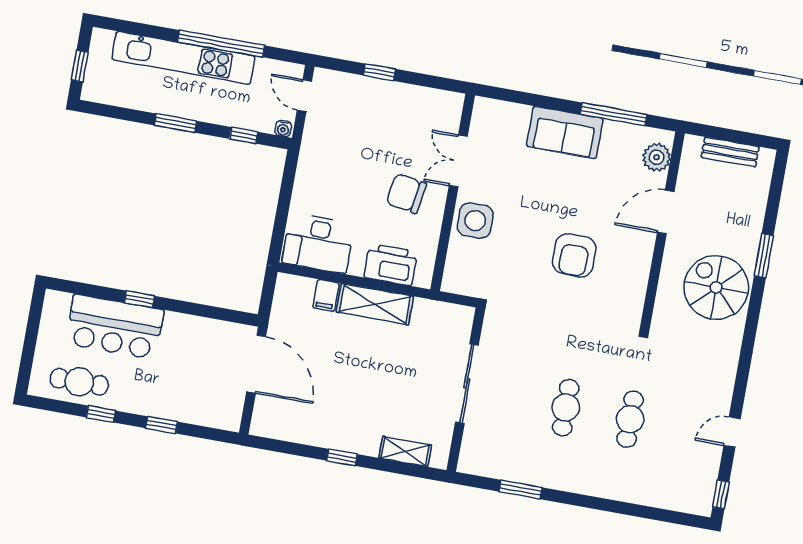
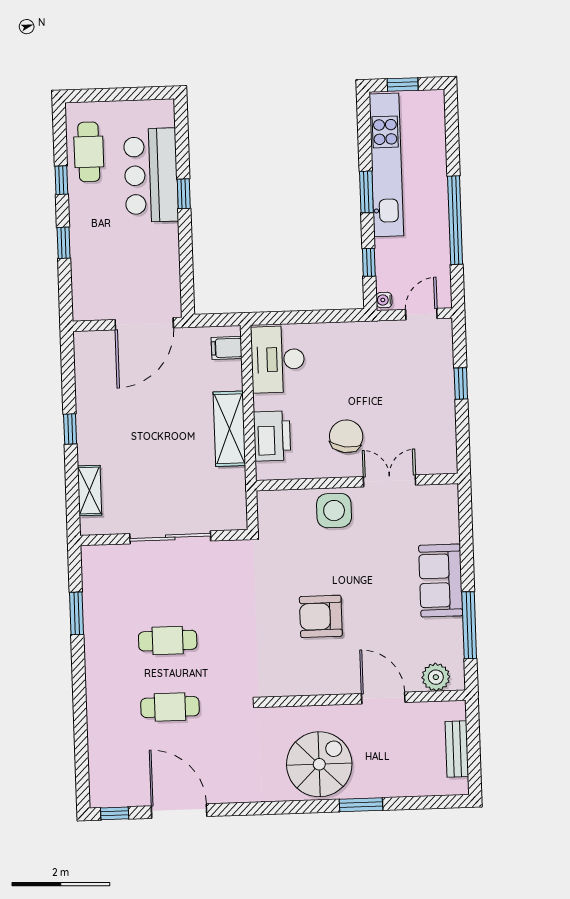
kitchen unit: (183, 58) -> (386, 165), moved, turned 180
filing cabinet: (326, 295) -> (227, 348), moved
door: (732, 432) -> (179, 811), width x1.87

